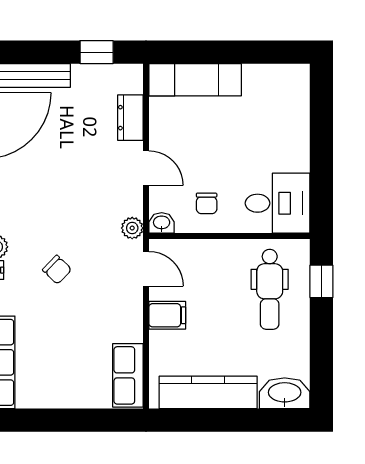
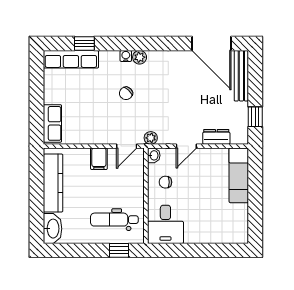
row of seats: (128, 375) -> (52, 123), moved, turned 90

